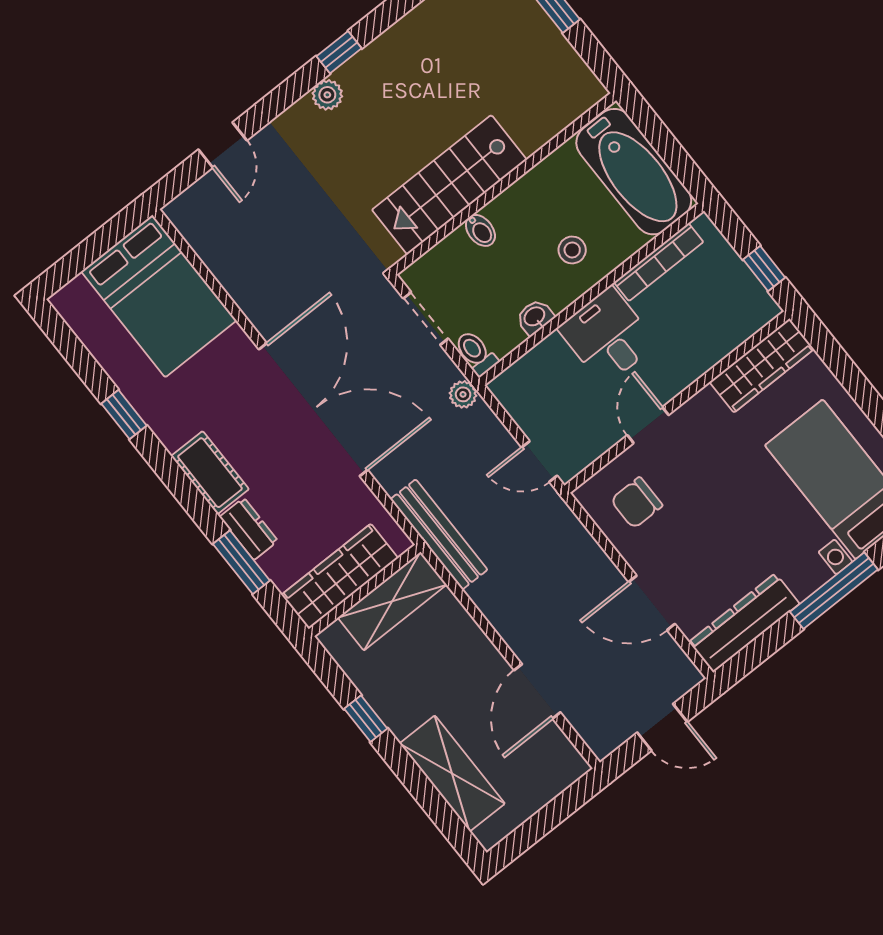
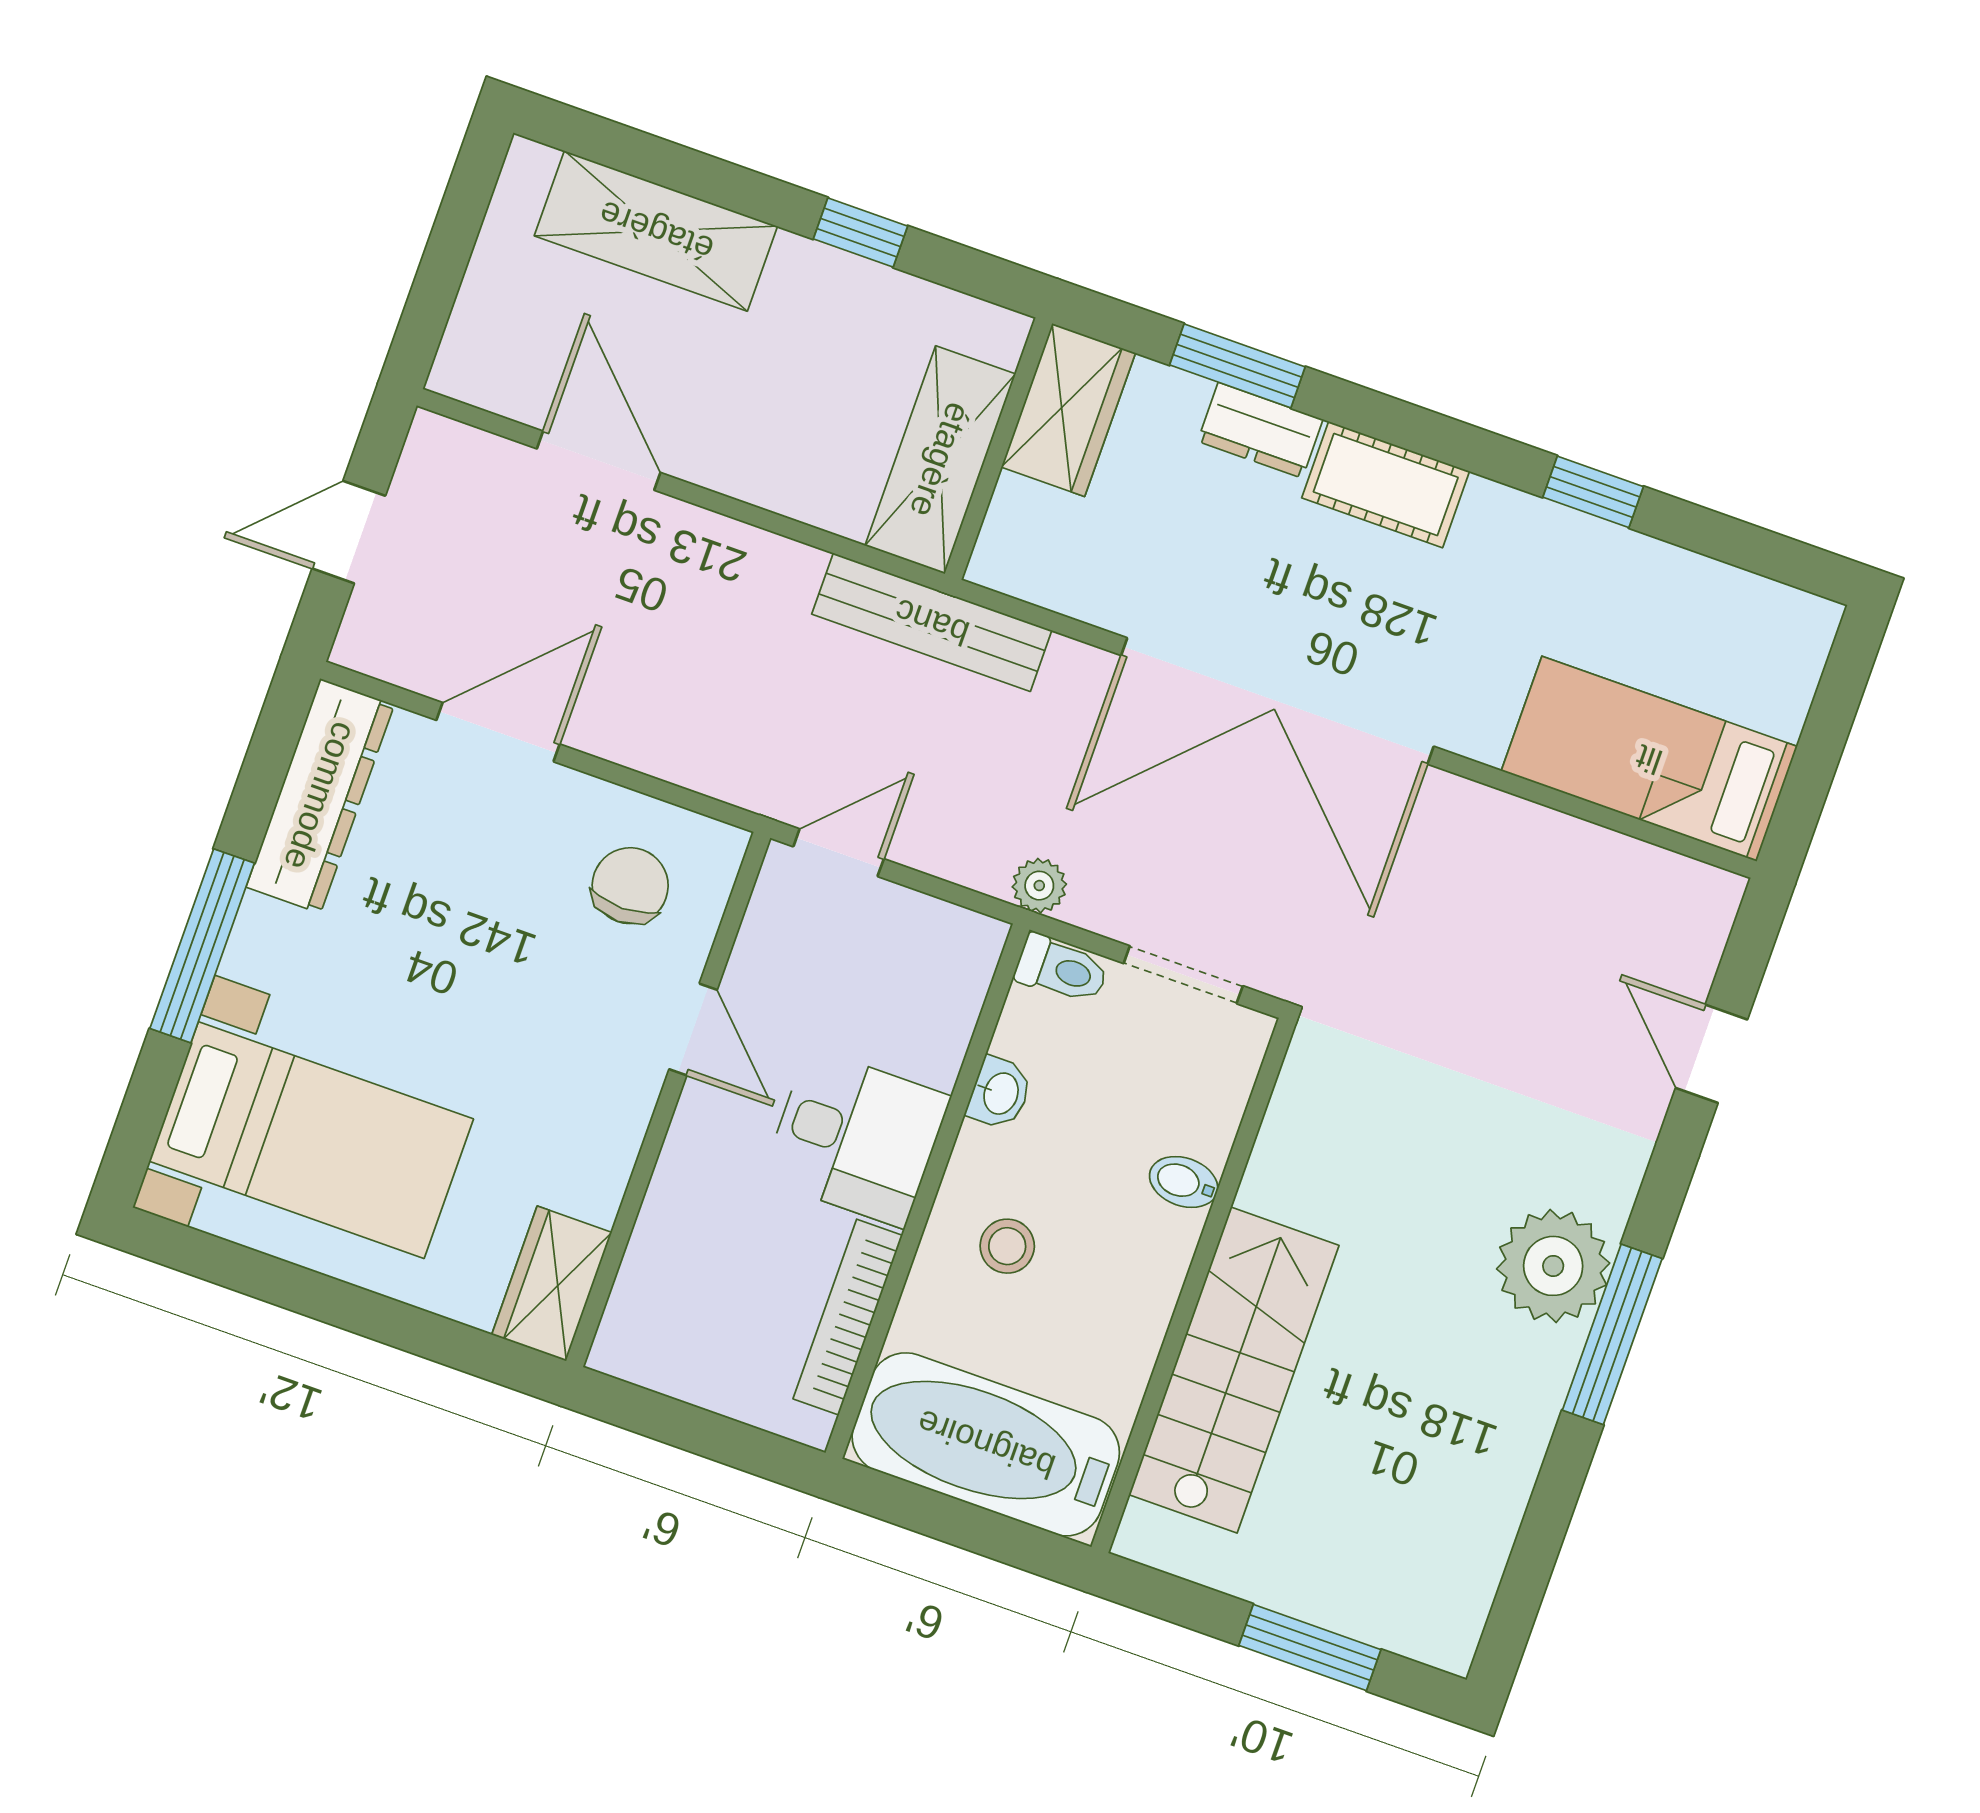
window: (339, 52) -> (1612, 1334), width x2.17
plant: (327, 95) -> (1553, 1266), width x1.87, depth x1.87
stairs: (449, 185) -> (1234, 1370), moved
window: (764, 269) -> (662, 1418), removed
bed: (159, 296) -> (1649, 759), width x0.67
wardrobe: (762, 365) -> (552, 1284), width x0.67
wardrobe: (340, 576) -> (1068, 410), width x0.67

